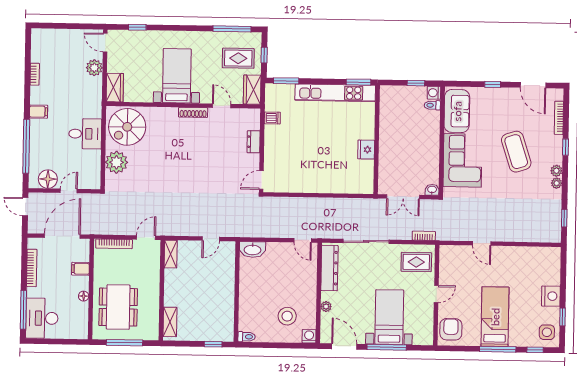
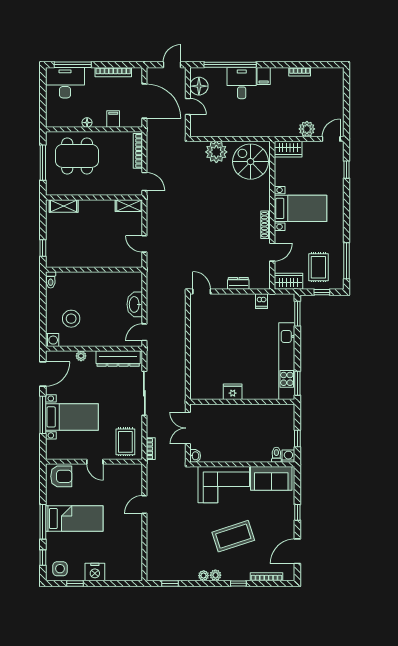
desk: (85, 134) -> (242, 83), moved, turned 180
washbasin: (252, 249) -> (135, 304), moved

